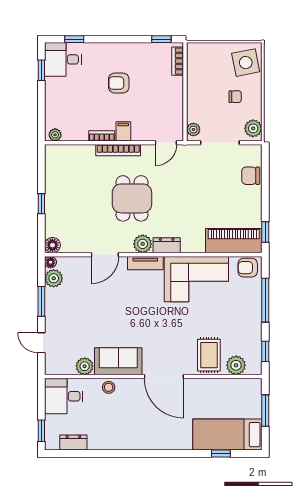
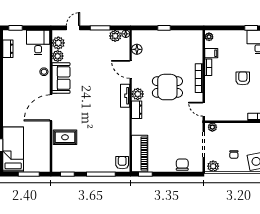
filing cabinet: (123, 131) -> (211, 53), moved
floor lamp: (52, 245) -> (137, 49), moved
corner sofa: (196, 279) -> (115, 129), removed
plant: (236, 365) -> (58, 43), moved

